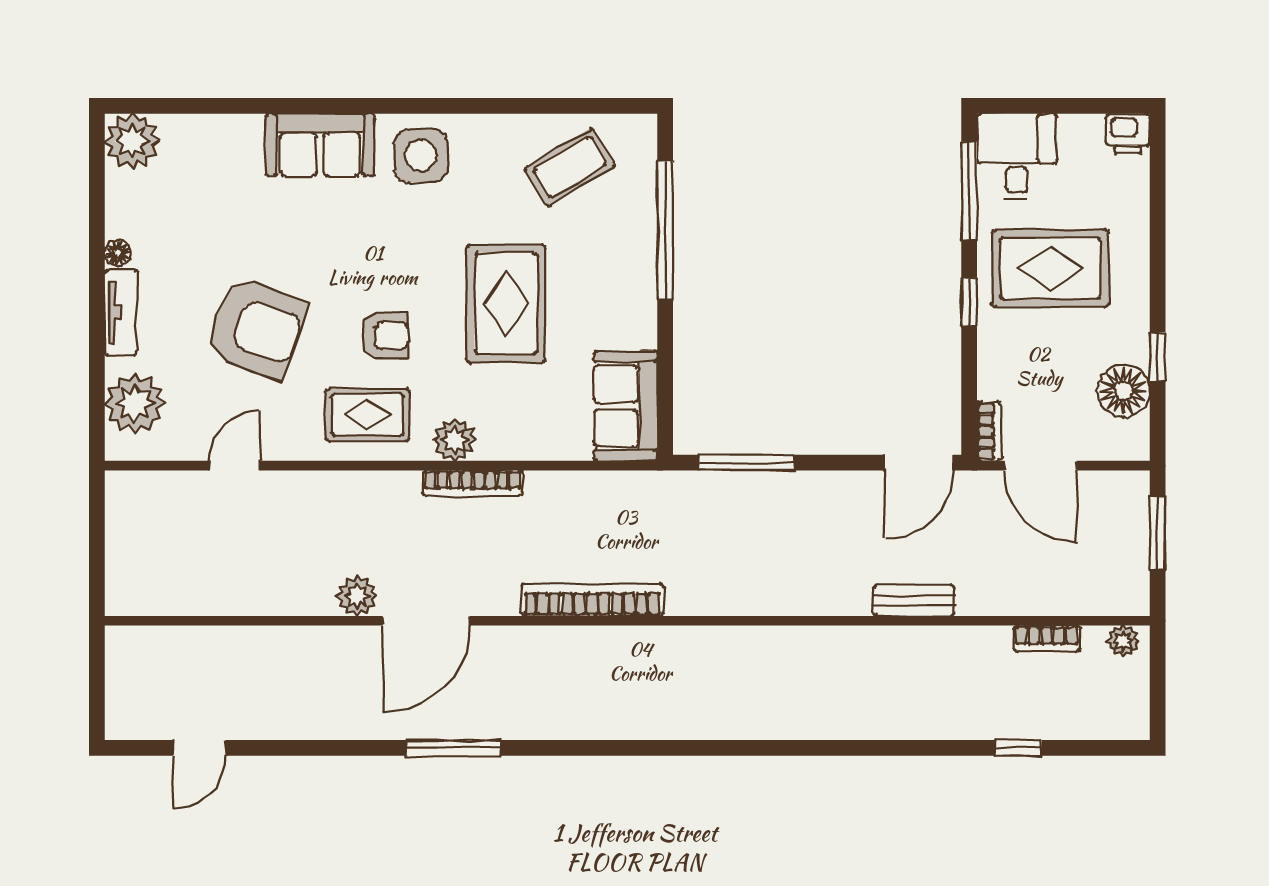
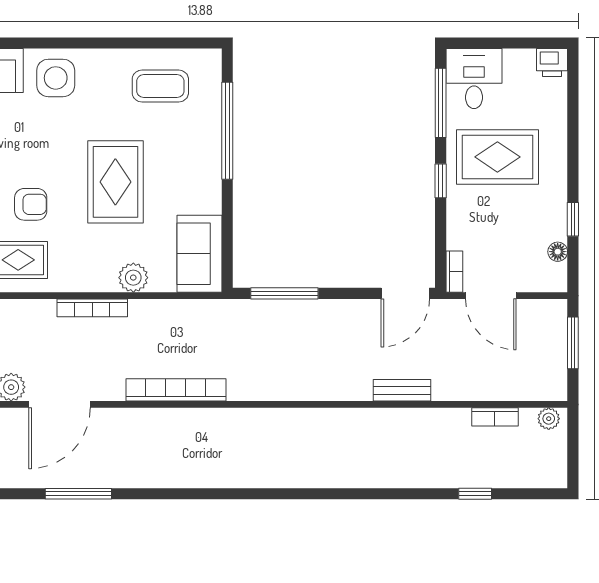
coffee table: (570, 167) -> (160, 86), turned 31
floor lamp: (1124, 391) -> (558, 252), width x0.53, depth x0.53
plant: (455, 440) -> (133, 278), moved

